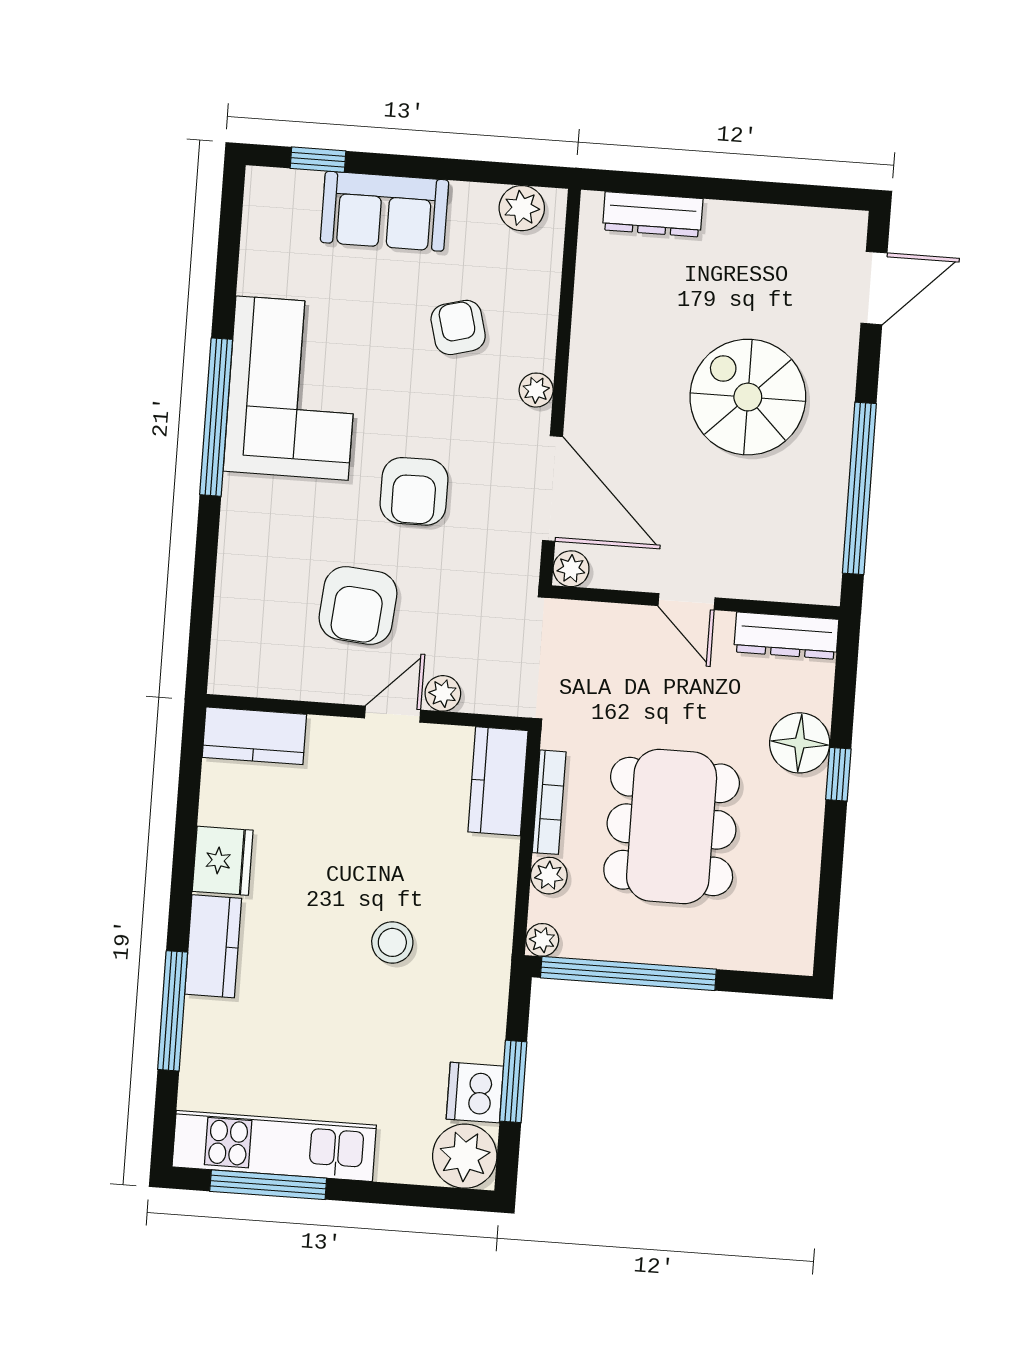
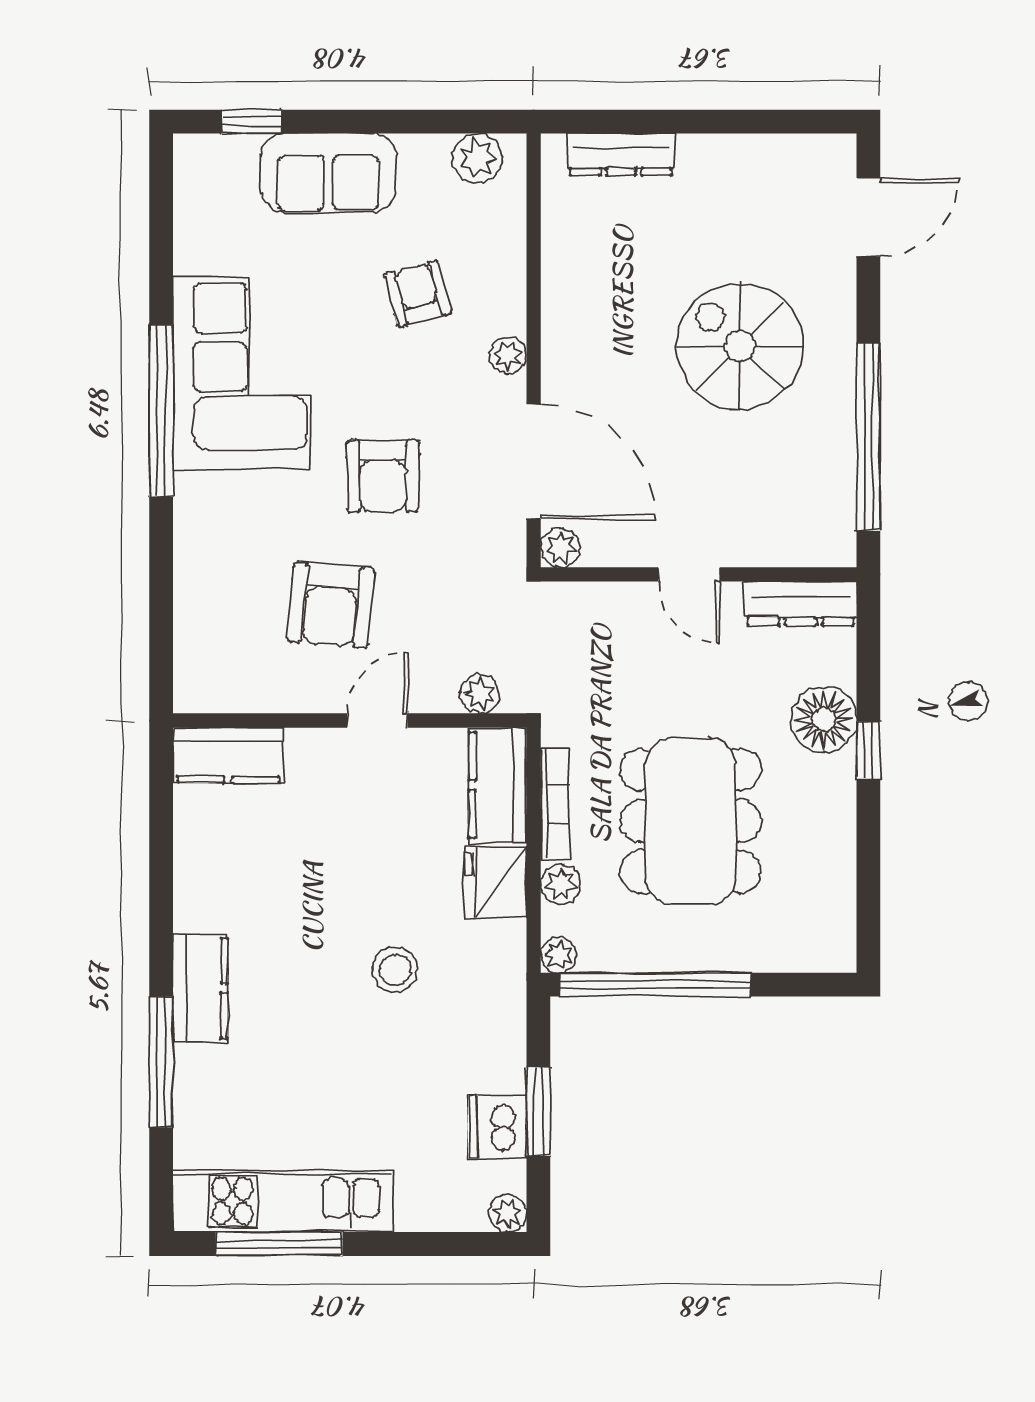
plant: (443, 693) -> (480, 694), moved
fridge: (223, 861) -> (496, 883), moved, turned 180
plant: (465, 1156) -> (508, 1213), width x0.53, depth x0.53

